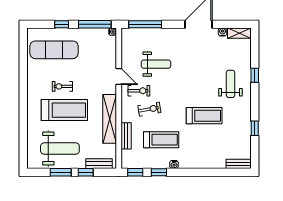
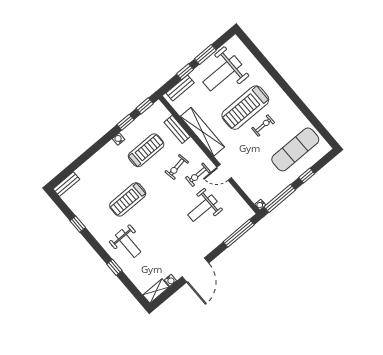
treadmill: (161, 140) -> (146, 150), turned 180

